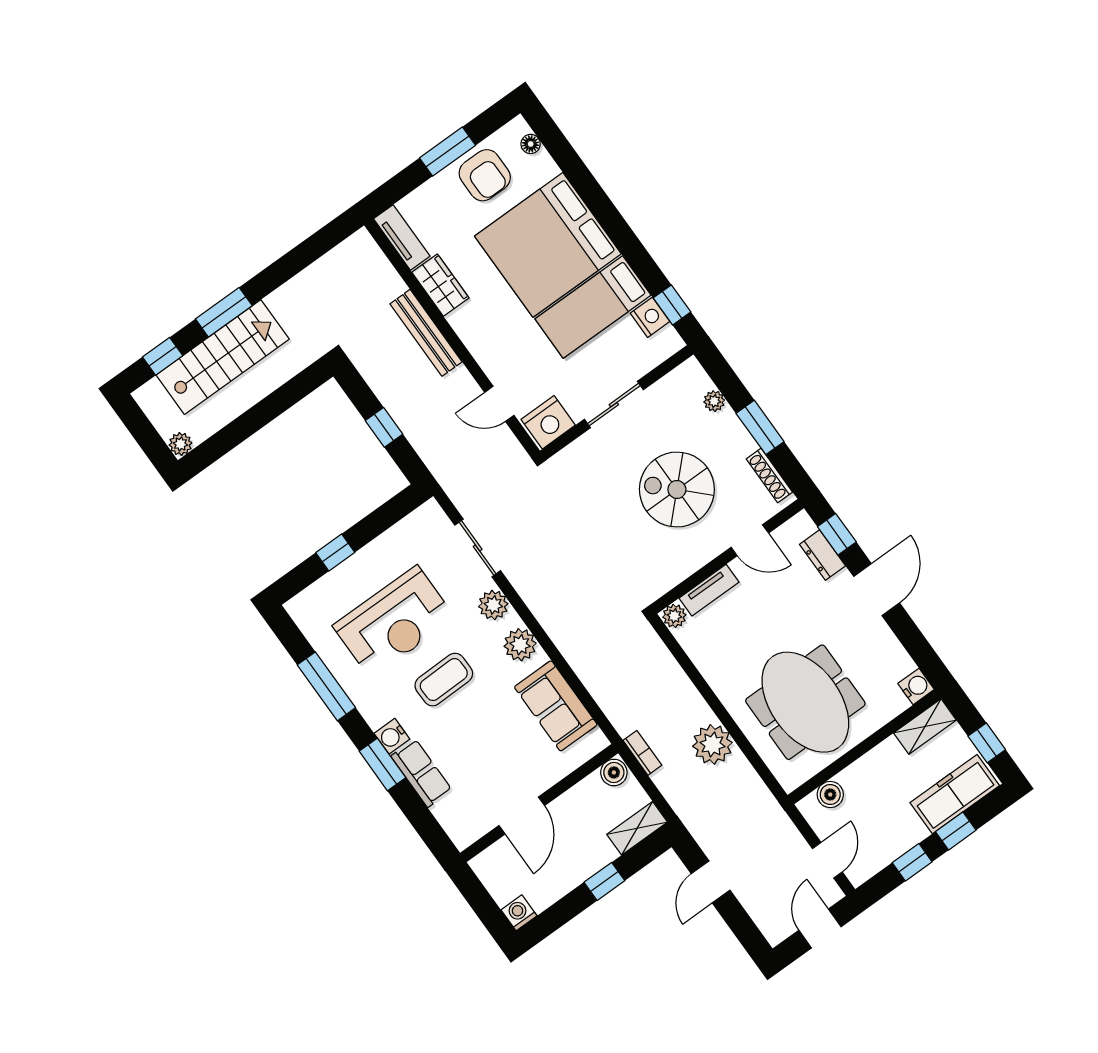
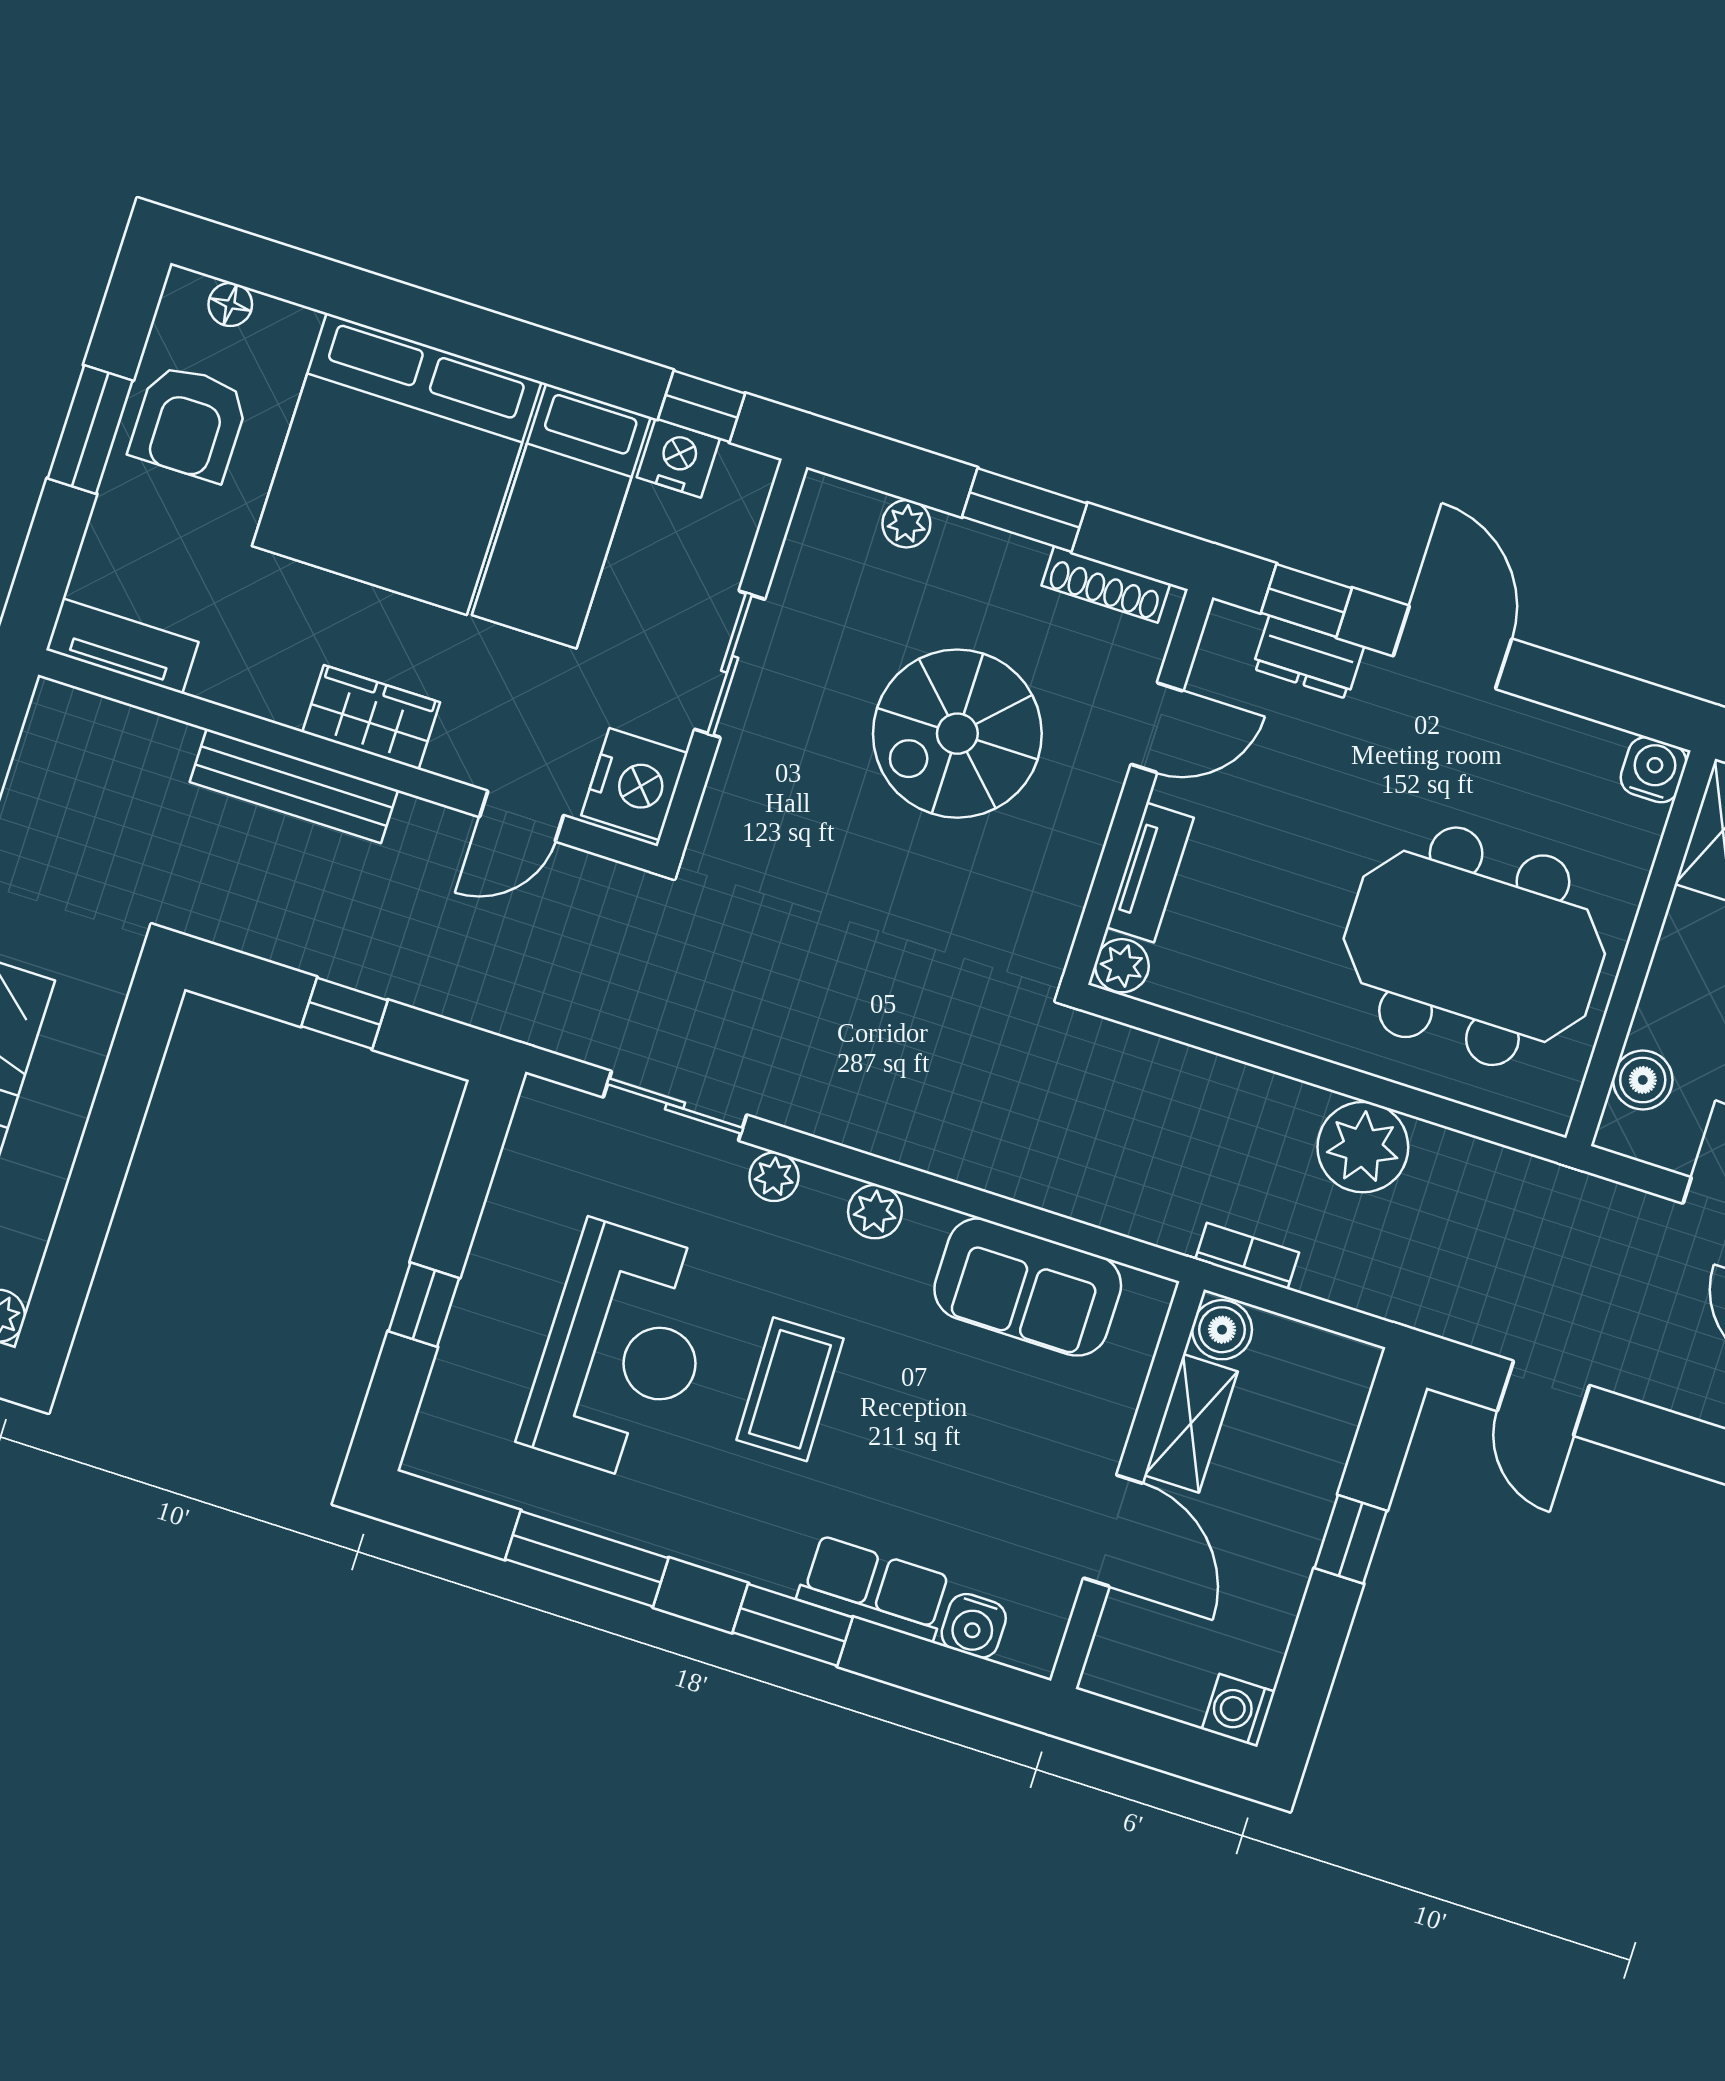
armchair: (485, 175) -> (189, 422), turned 90
wardrobe: (440, 285) -> (371, 717), moved
plant: (493, 605) -> (774, 1177), width x0.73, depth x0.73
plant: (520, 645) -> (875, 1212), width x0.73, depth x0.73
water cooler: (392, 736) -> (974, 1626), moved
shelving: (637, 828) -> (1191, 1423), moved

